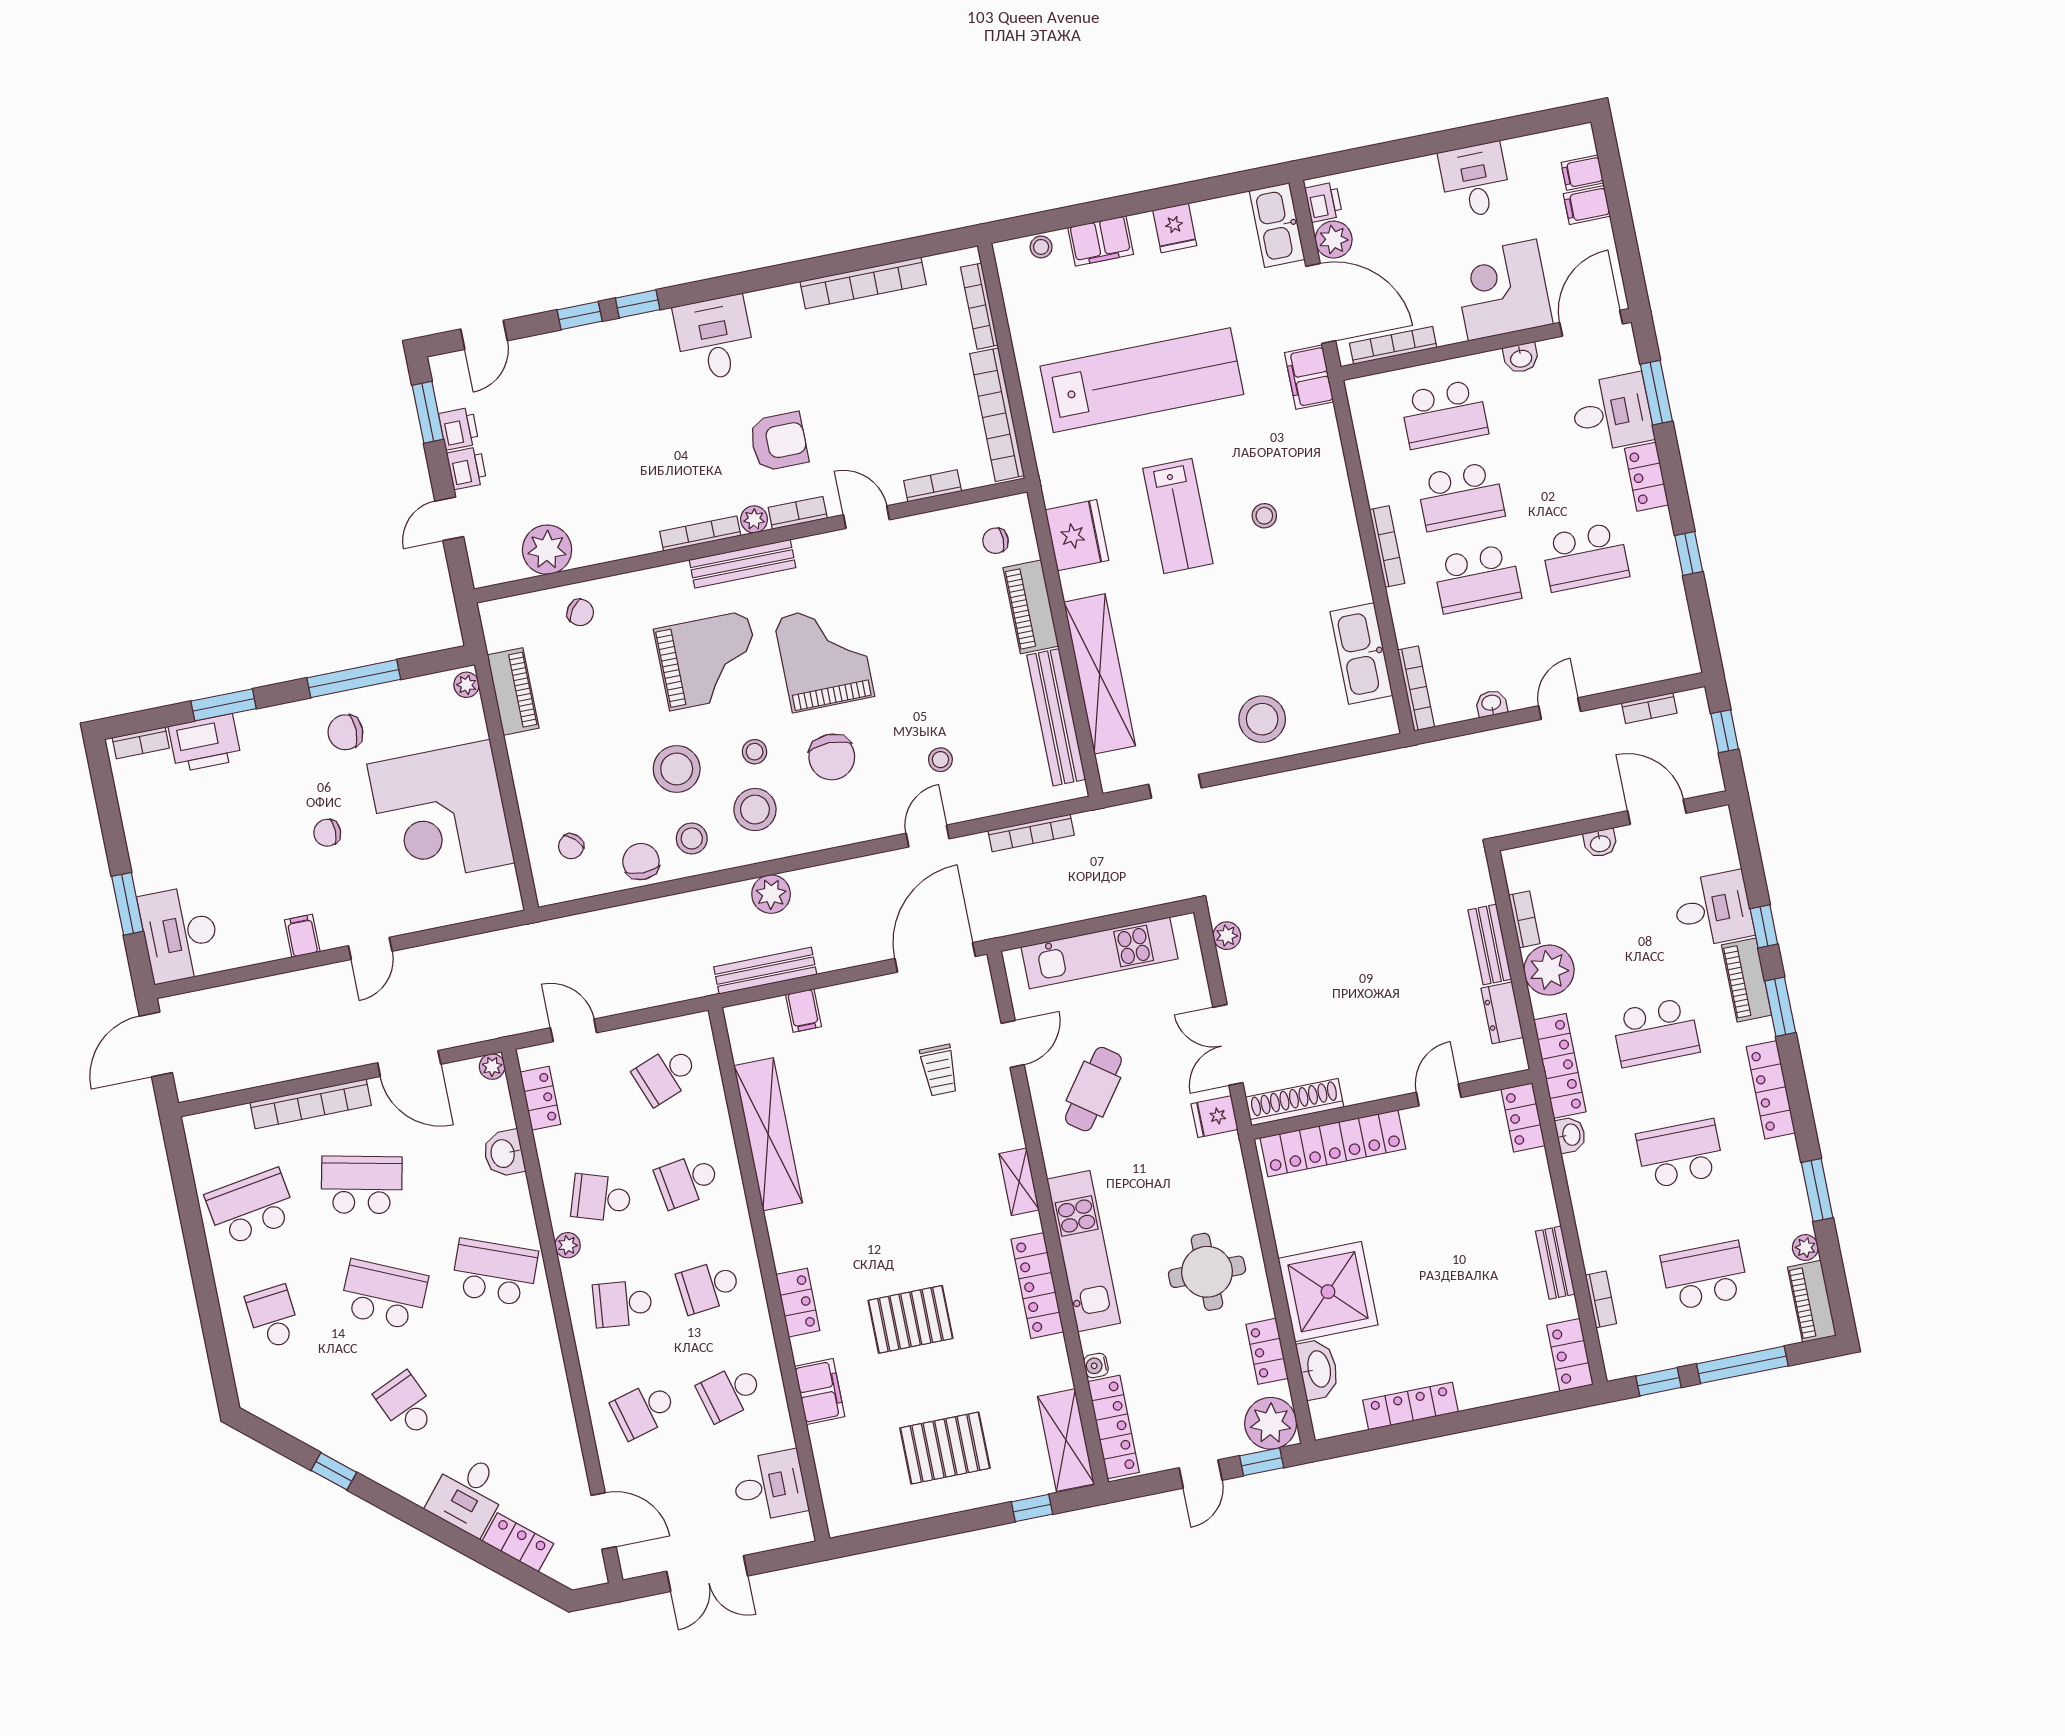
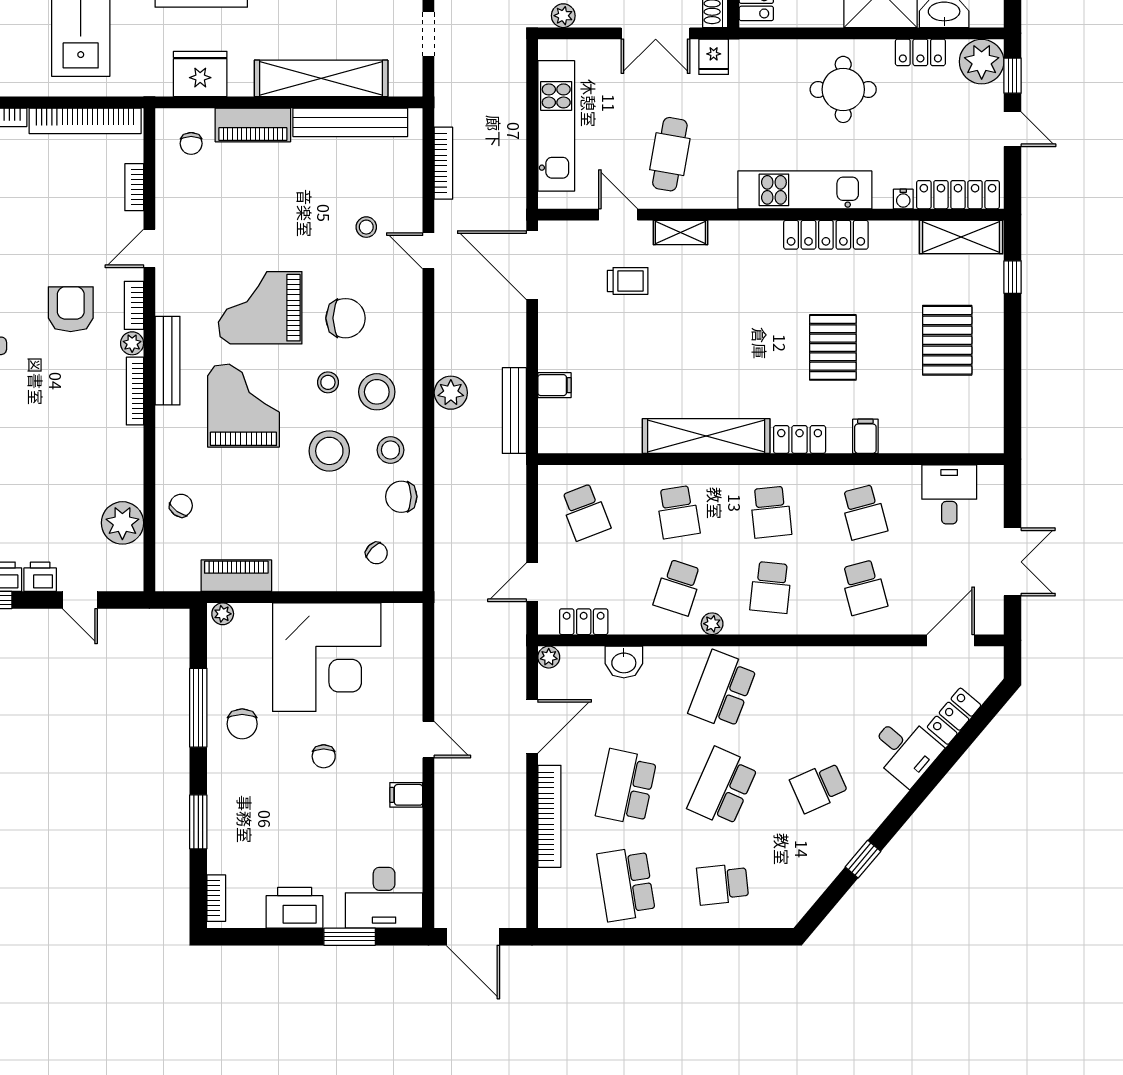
printer: (205, 743) -> (295, 908), moved, turned -90
cafe table: (1093, 1089) -> (670, 154), turned 64
shelving: (768, 1134) -> (706, 436), moved
shelving: (1019, 1182) -> (680, 233), moved
filing cabinet: (820, 1391) -> (865, 436), width x0.50

